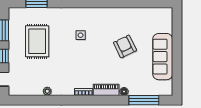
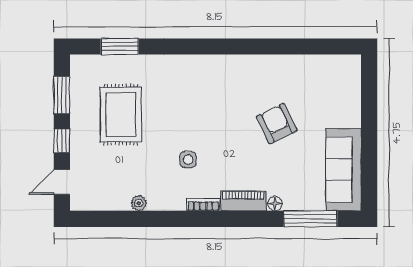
side table: (81, 35) -> (188, 160), moved
sofa: (163, 57) -> (344, 170), moved

